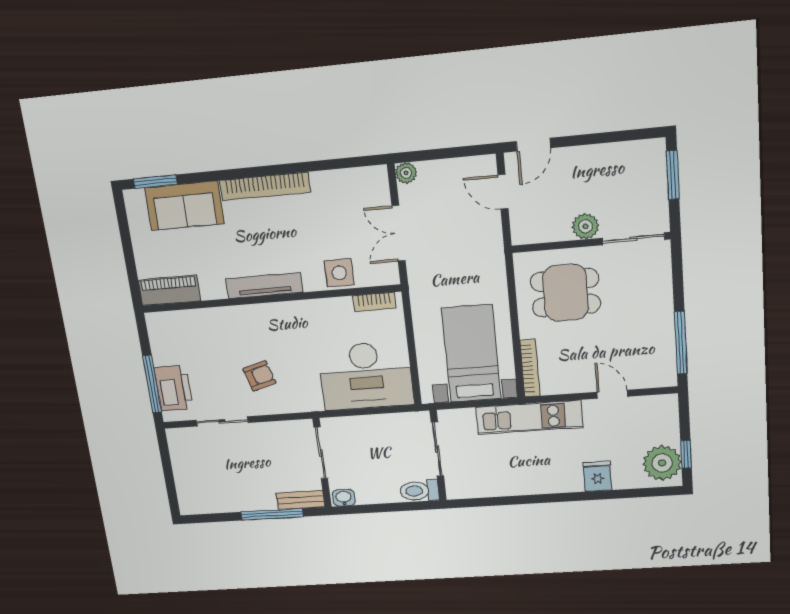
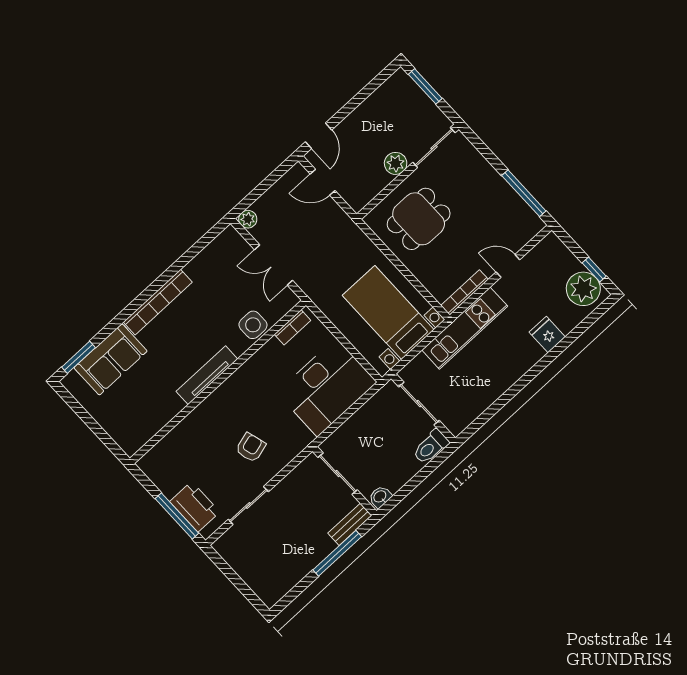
piano: (169, 290) -> (142, 432), removed
bookcase: (530, 368) -> (465, 292), moved, turned -90

